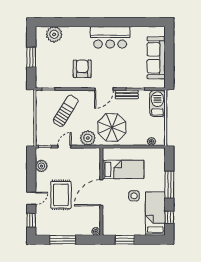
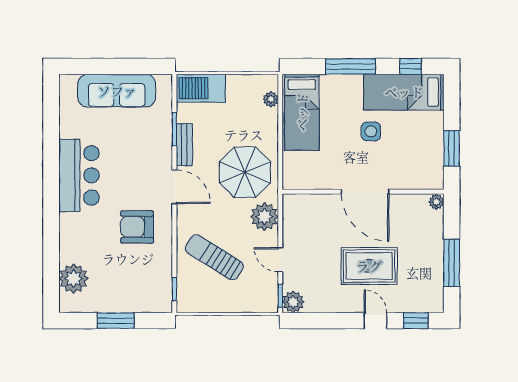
plant: (41, 166) -> (293, 302), moved
bed: (123, 169) -> (302, 112), moved, turned 180

